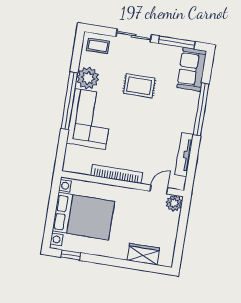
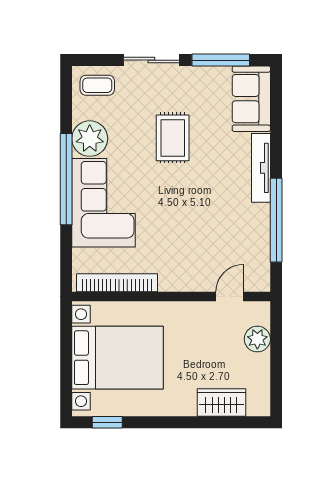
rug: (139, 86) -> (173, 138), turned 90
window: (201, 109) -> (276, 220), moved
tv unit: (184, 155) -> (261, 168), moved
bookcase: (117, 174) -> (117, 283), moved
plant: (174, 203) -> (257, 339), moved

